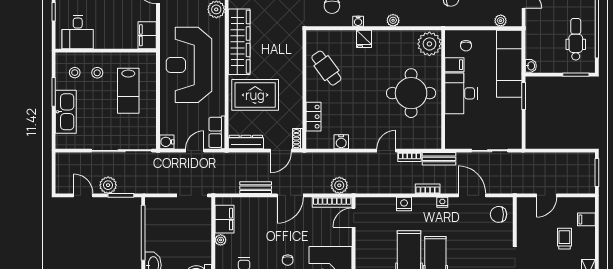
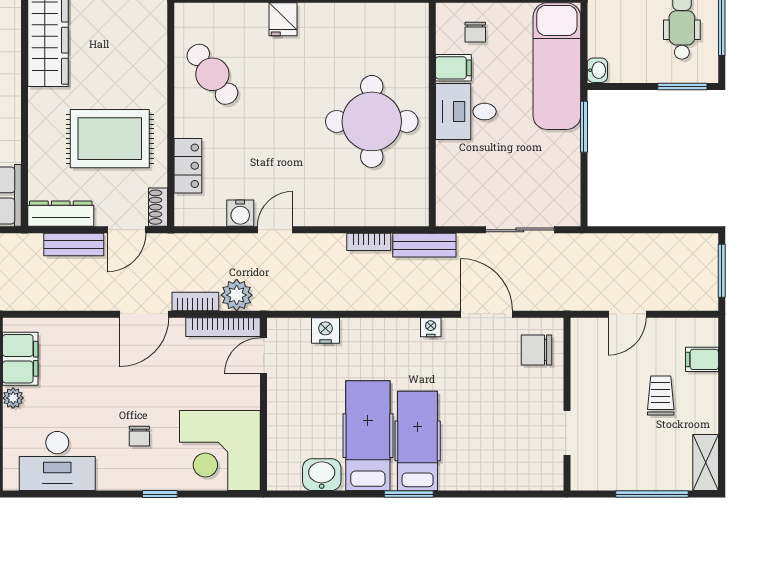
plant: (429, 44) -> (406, 29), removed
desk: (461, 93) -> (466, 112), width x0.73
rug: (255, 95) -> (110, 139), moved
door: (386, 151) -> (275, 230), moved
bench: (256, 188) -> (74, 245), moved
bookcase: (428, 189) -> (195, 302), moved
nightstand: (404, 204) -> (325, 330), moved

